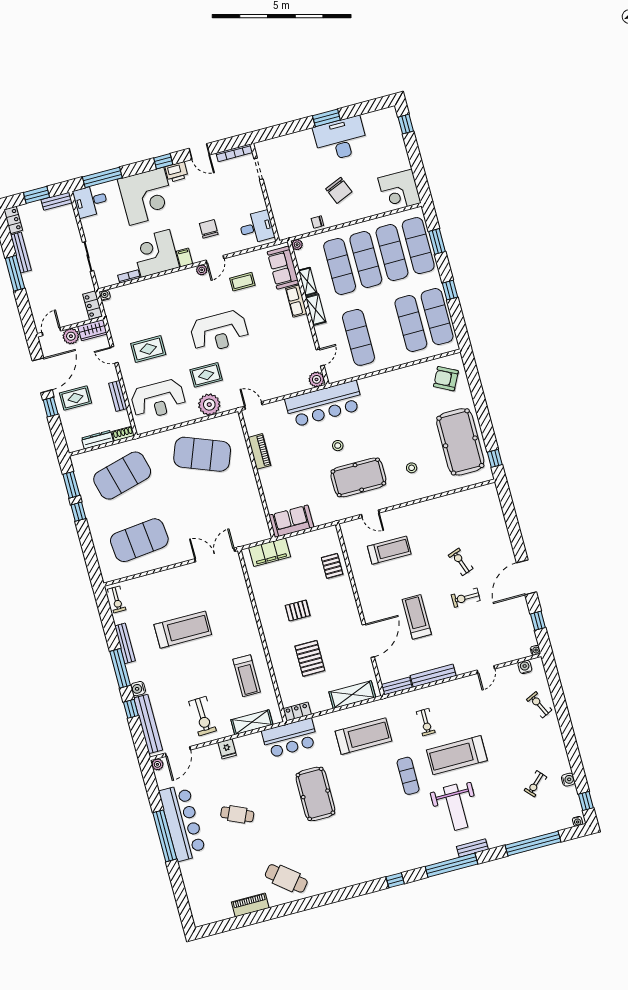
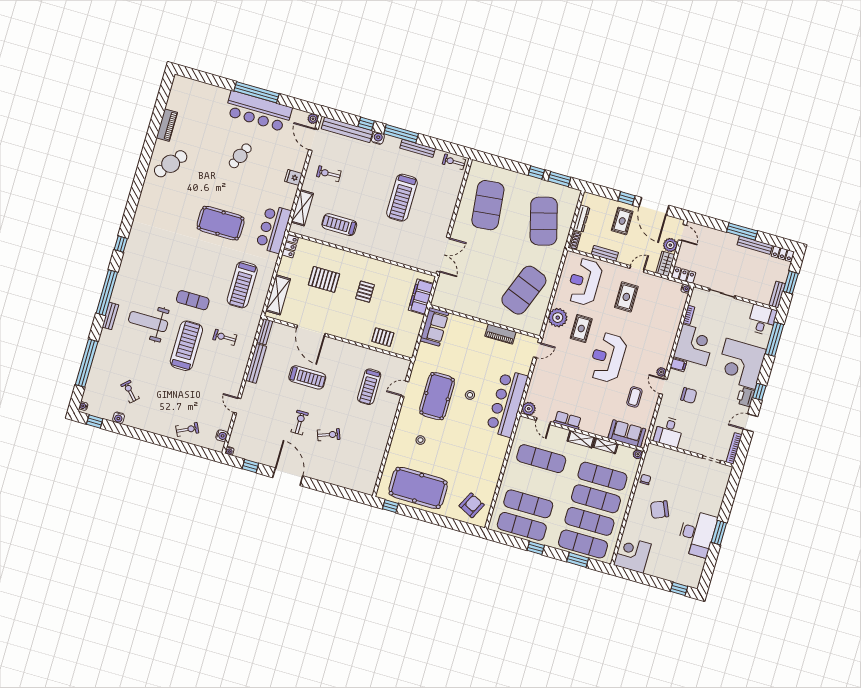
row of seats: (296, 301) -> (568, 420), moved
exercise bike: (203, 716) -> (329, 174), width x0.73, depth x0.72

